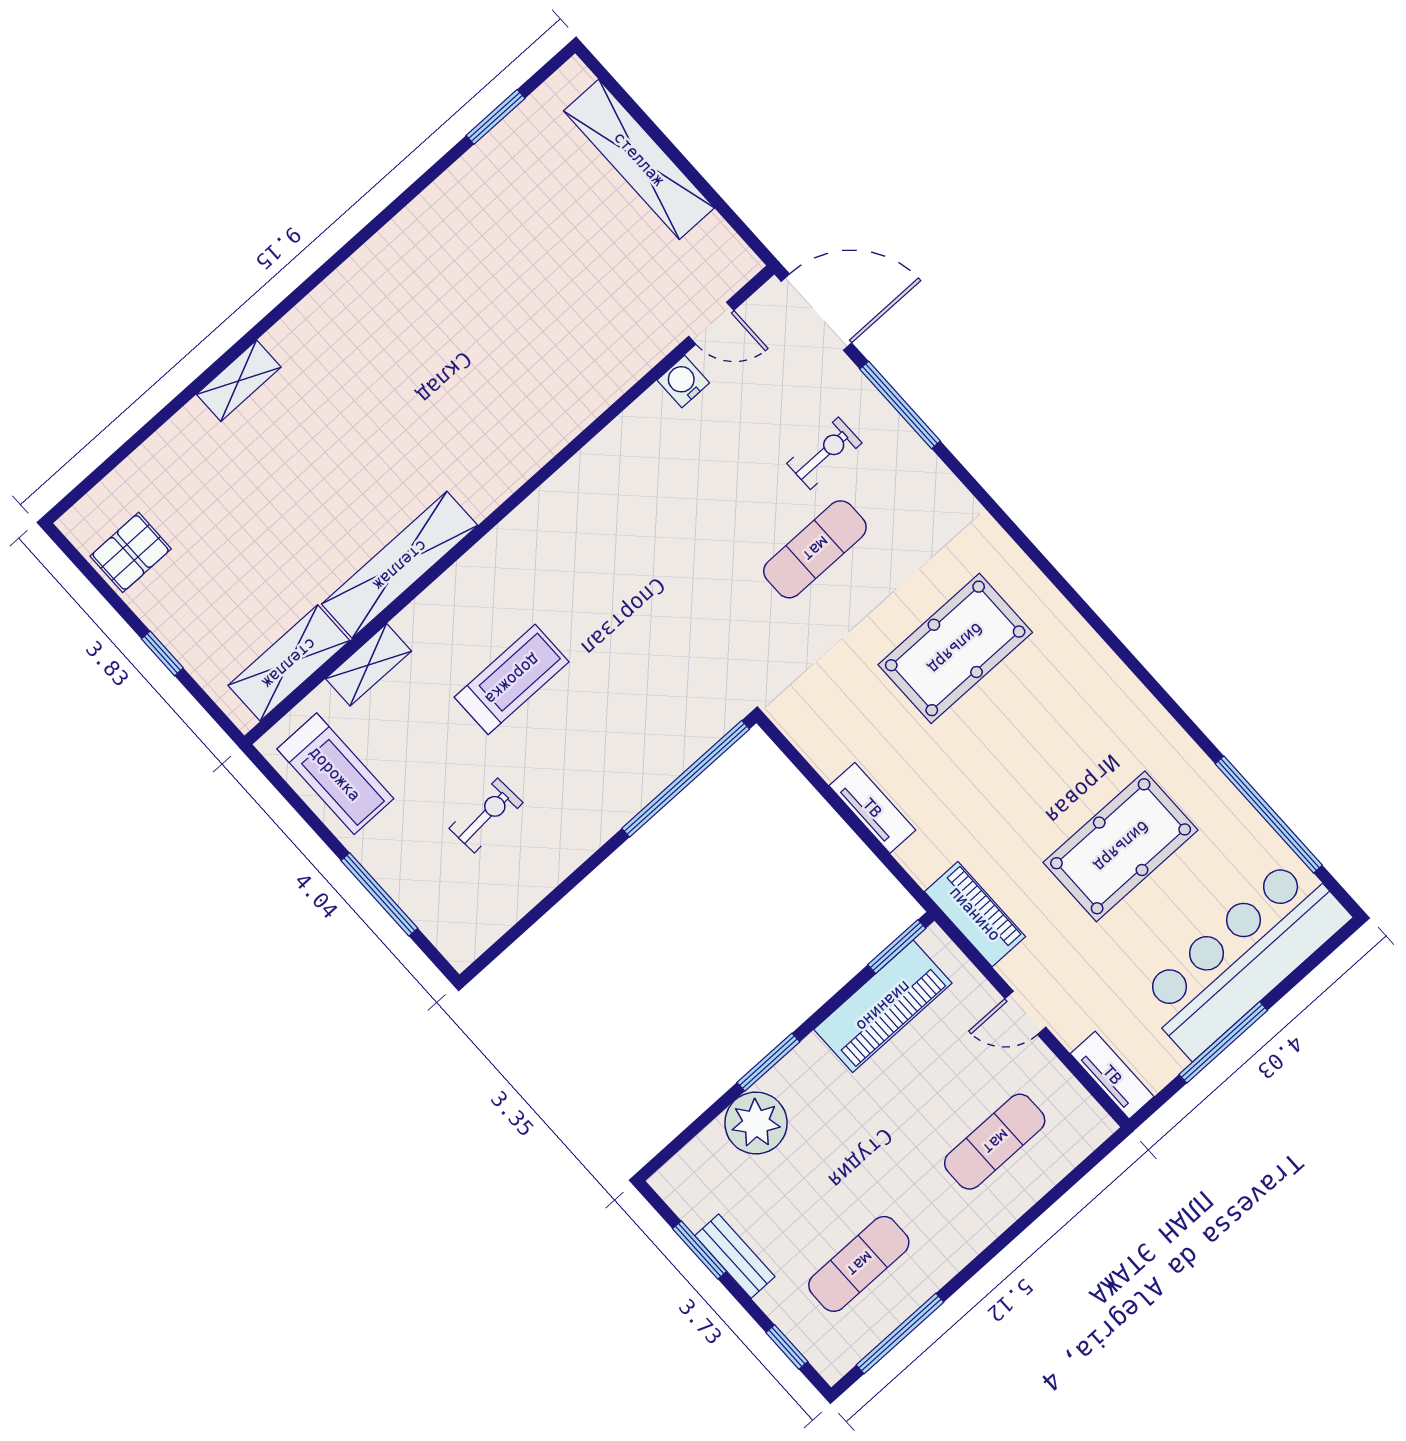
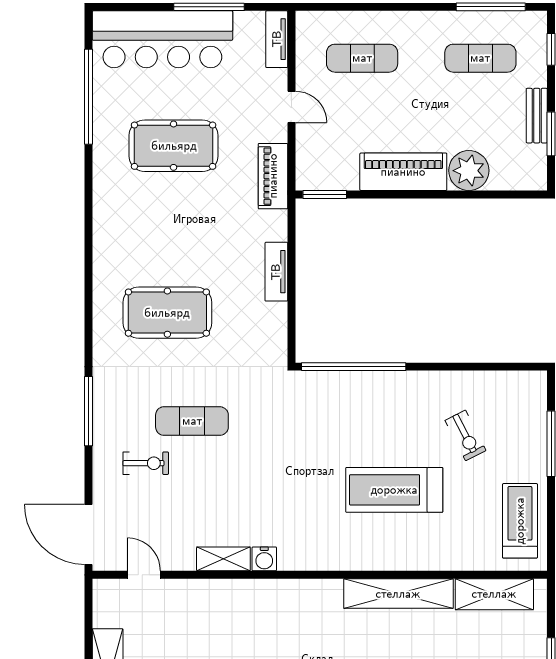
water cooler: (683, 382) -> (264, 559), moved
window: (900, 405) -> (88, 411), moved
exercise bike: (824, 453) -> (146, 463), turned 180
shelving: (368, 665) -> (223, 559), moved
treadmill: (512, 679) -> (394, 490), width x1.37, depth x1.38
exercise bike: (486, 815) -> (466, 435), turned -113
piano: (883, 1006) -> (403, 172), moved
window: (768, 1062) -> (437, 194), removed

